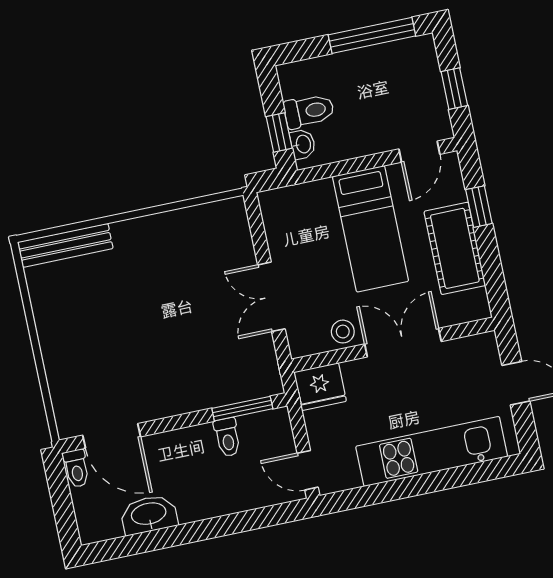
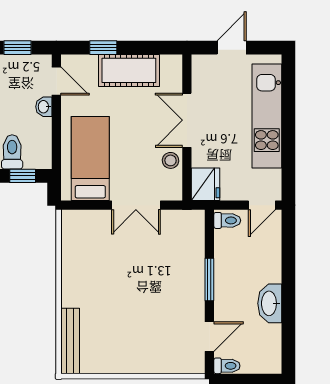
washbasin: (303, 144) -> (44, 107), moved, turned -90
bed: (370, 229) -> (90, 158), moved, turned -90
window: (242, 409) -> (209, 279), moved
door: (112, 436) -> (209, 337), width x0.73
toilet: (227, 437) -> (227, 220), moved
washbasin: (149, 515) -> (270, 303), moved

